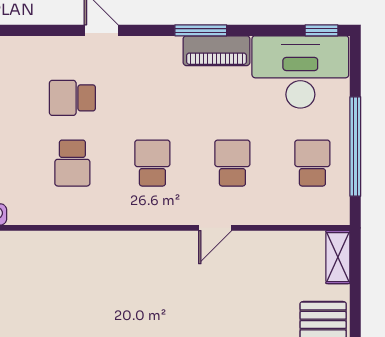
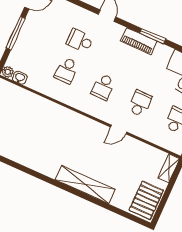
piano: (216, 51) -> (139, 41), moved
school desk: (152, 163) -> (103, 87), turned 180

